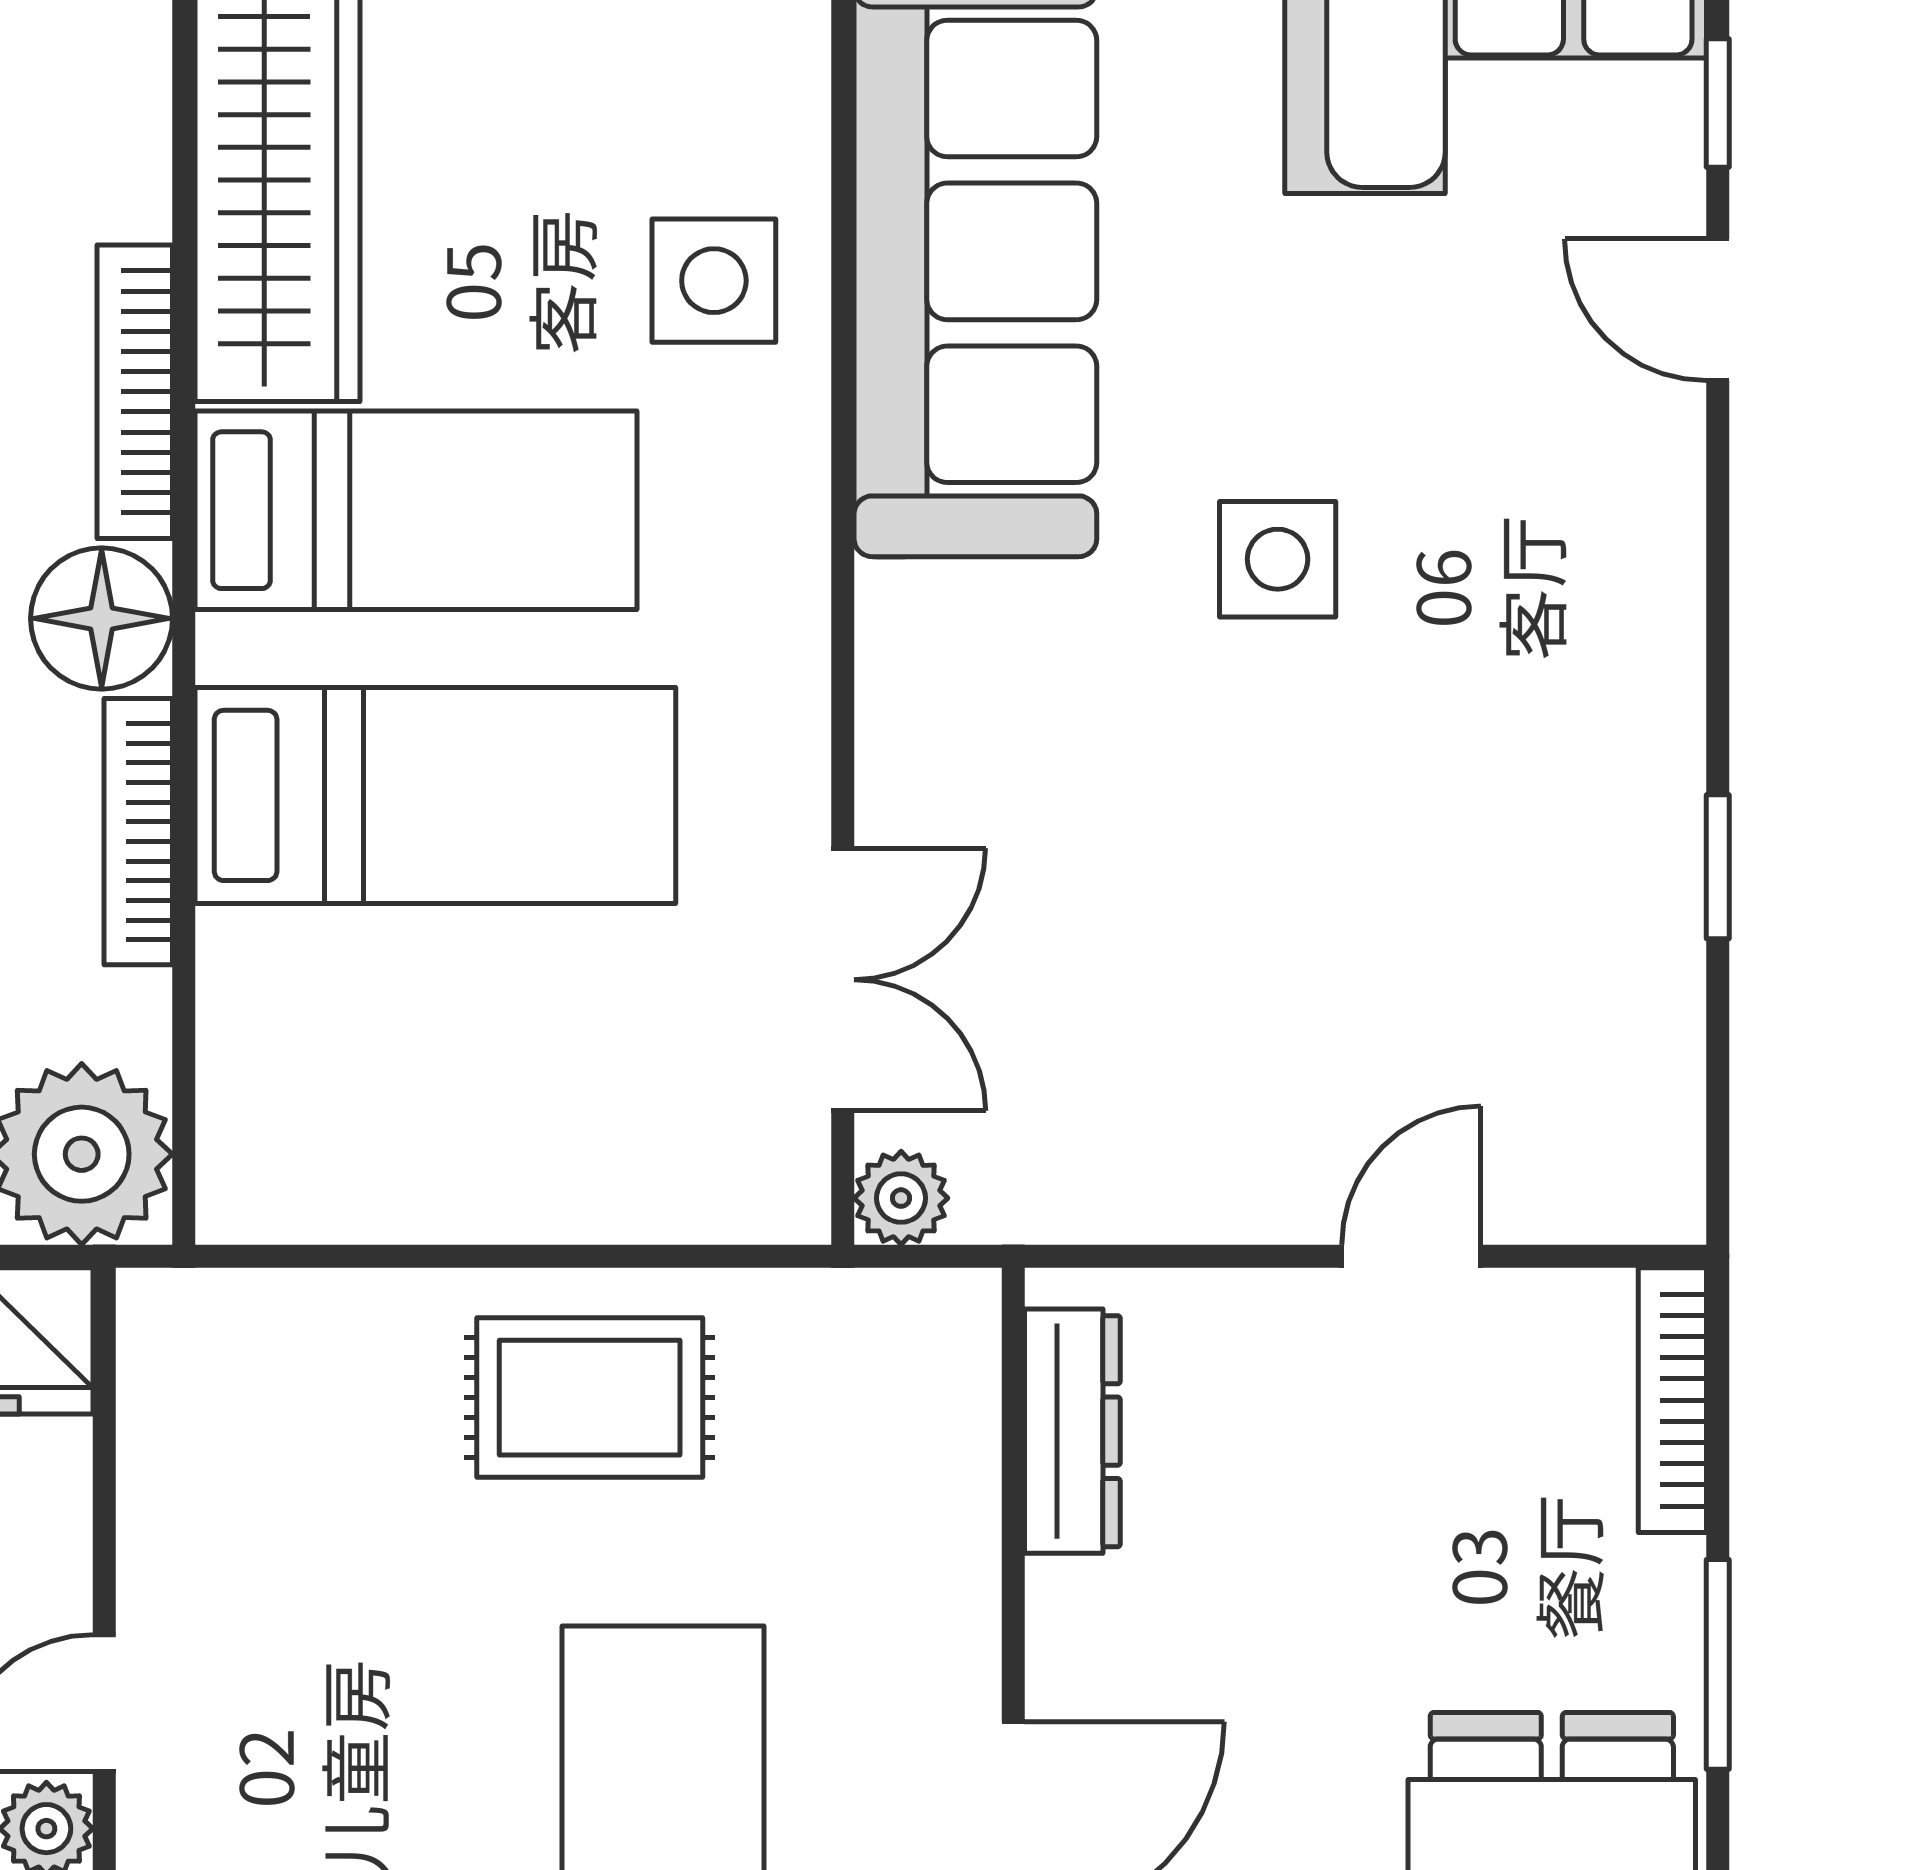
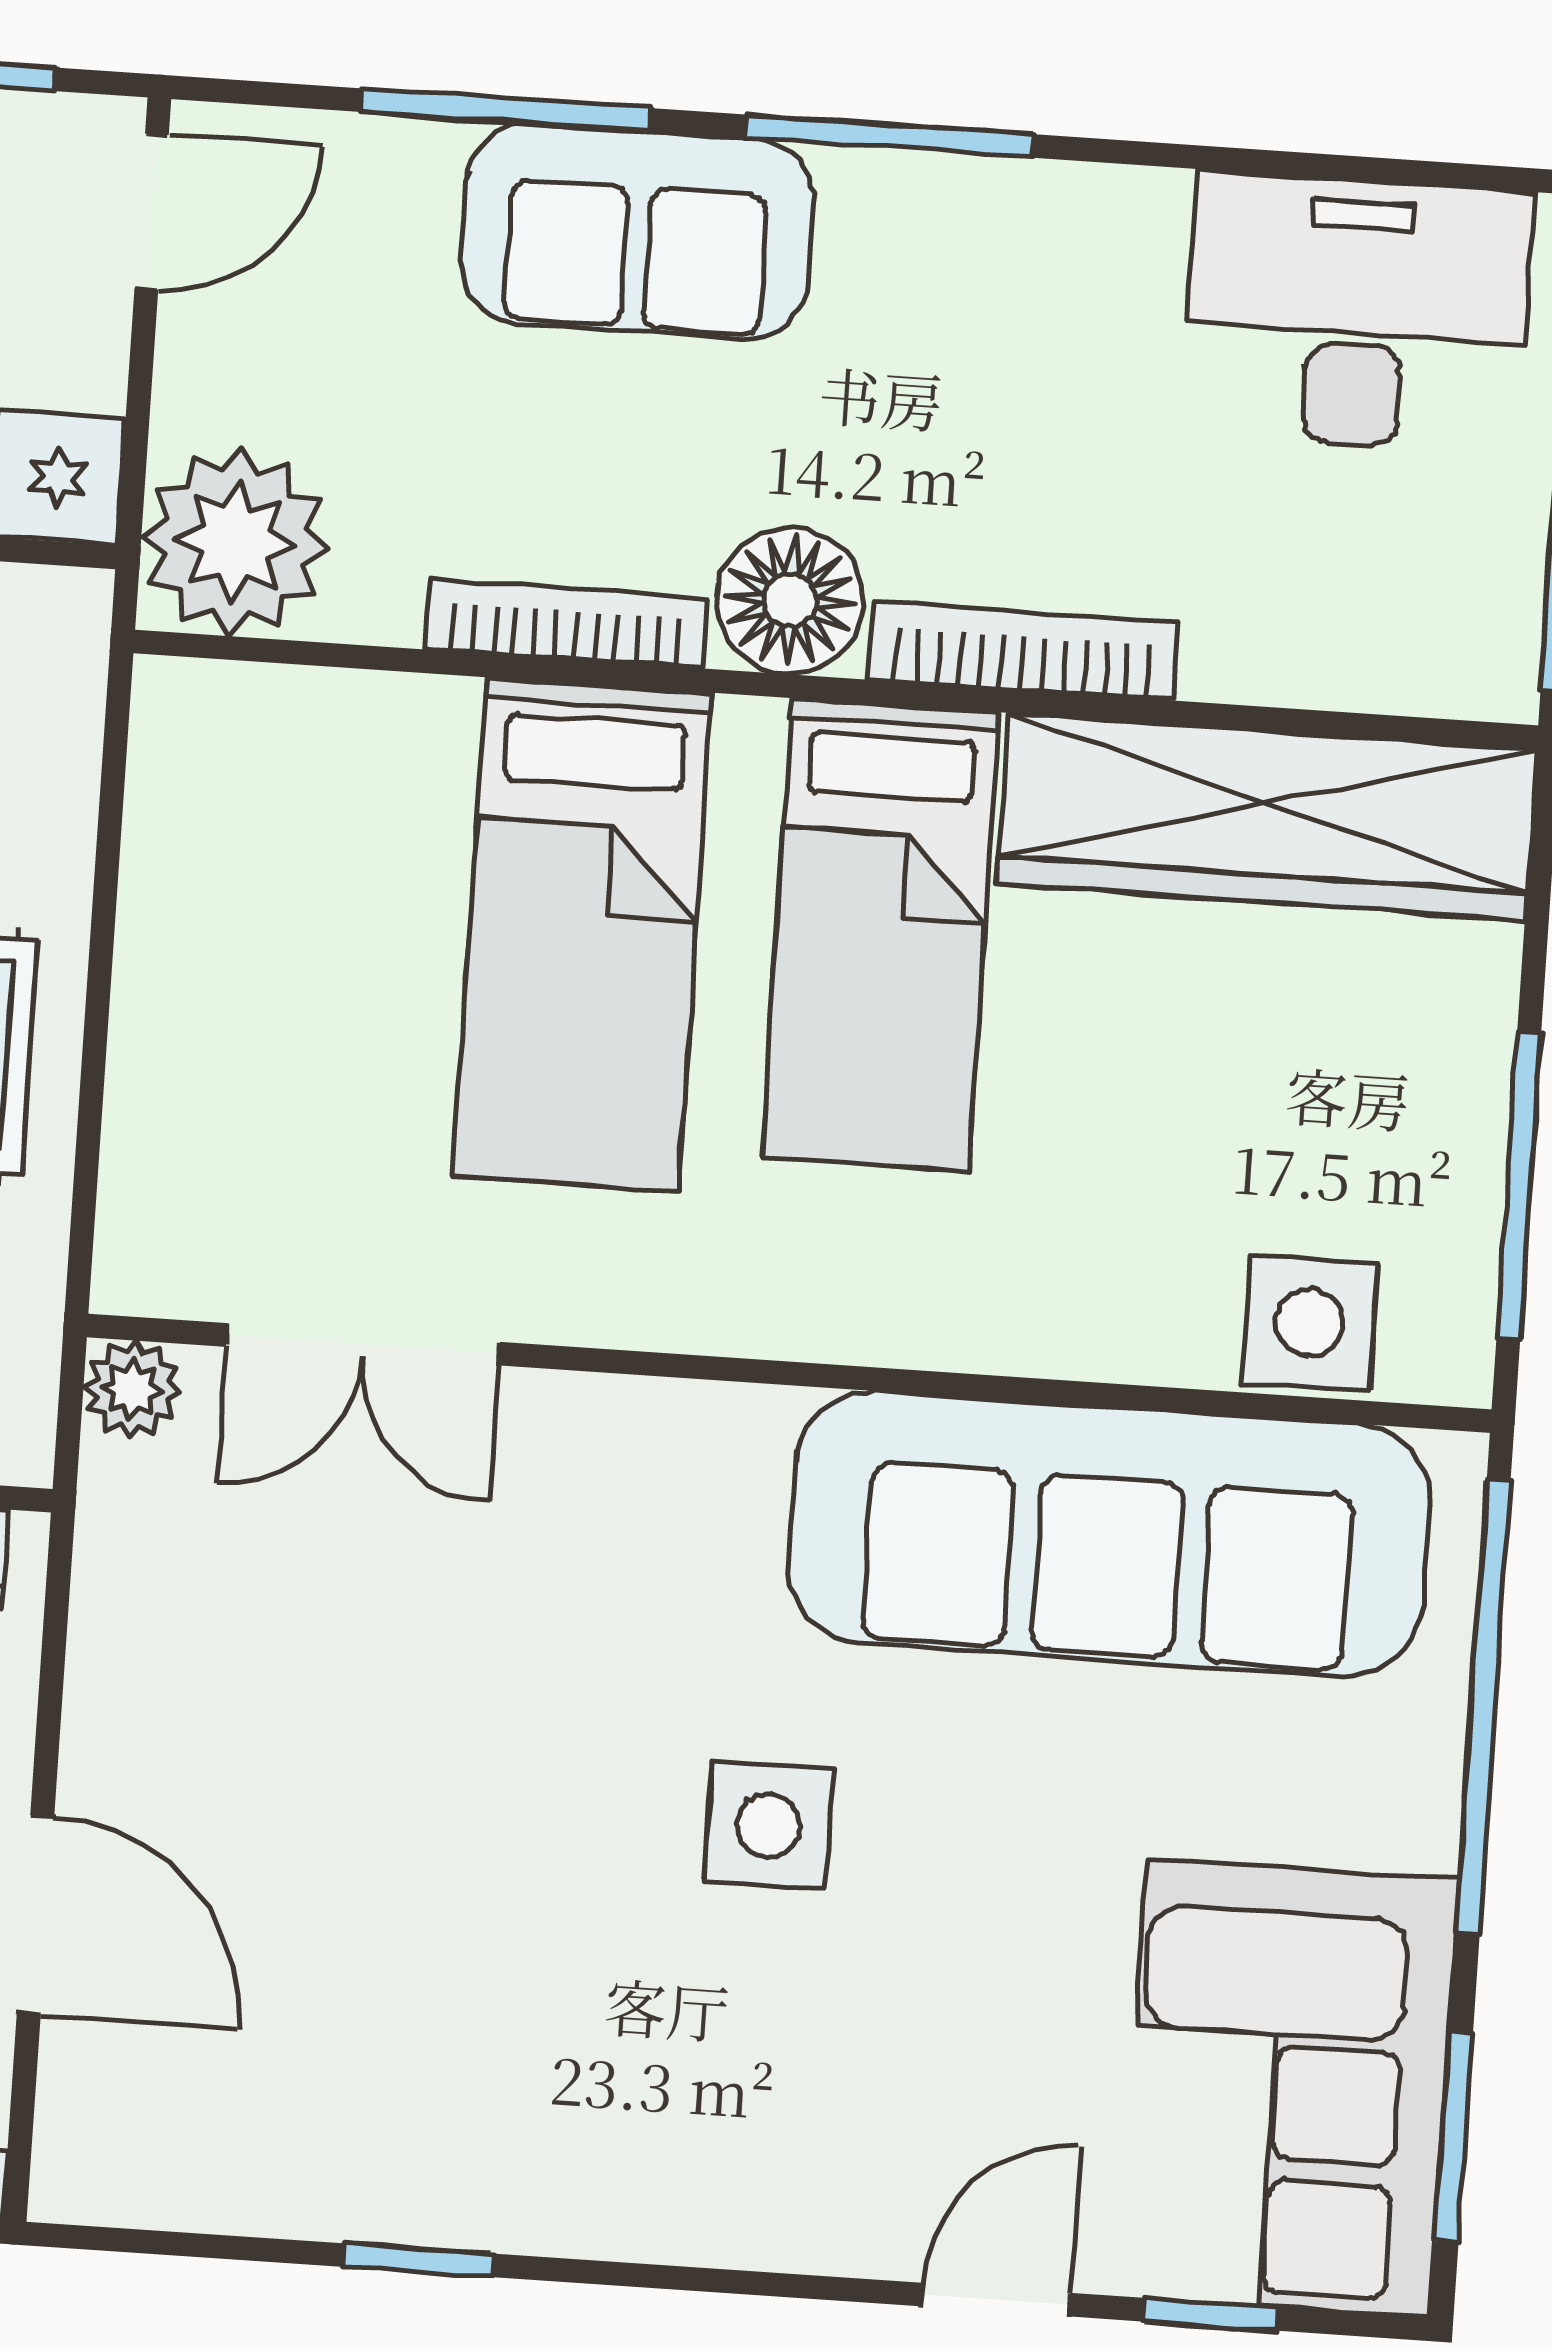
side table: (714, 281) -> (1310, 1323), moved
door: (1411, 1256) -> (35, 1915), width x1.38

